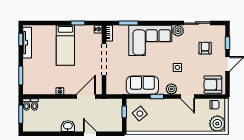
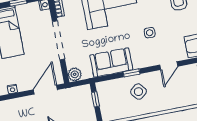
plant: (171, 89) -> (75, 74), moved
door: (187, 97) -> (169, 66), hinge flipped
side table: (140, 114) -> (138, 92), moved

